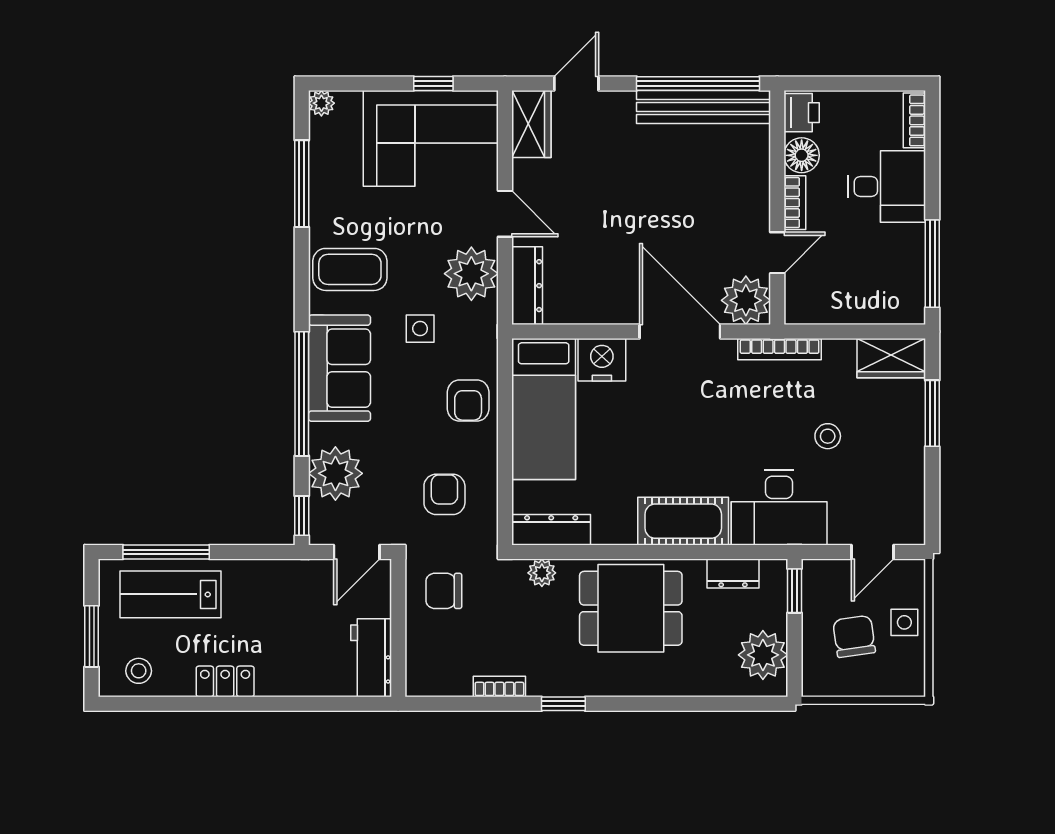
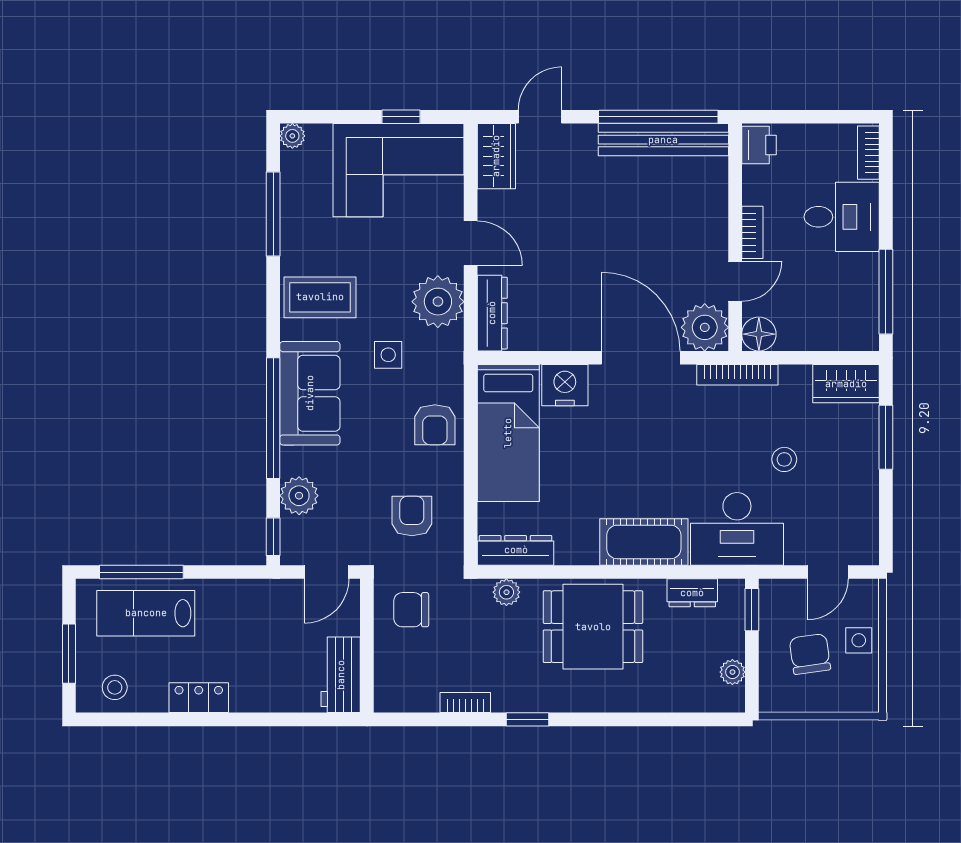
floor lamp: (802, 155) -> (759, 334), moved
plant: (335, 473) -> (299, 496), width x0.73, depth x0.73
plant: (763, 655) -> (732, 672), width x0.53, depth x0.53

